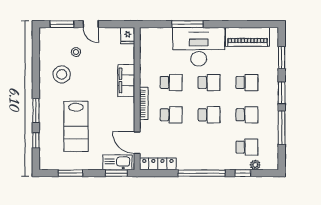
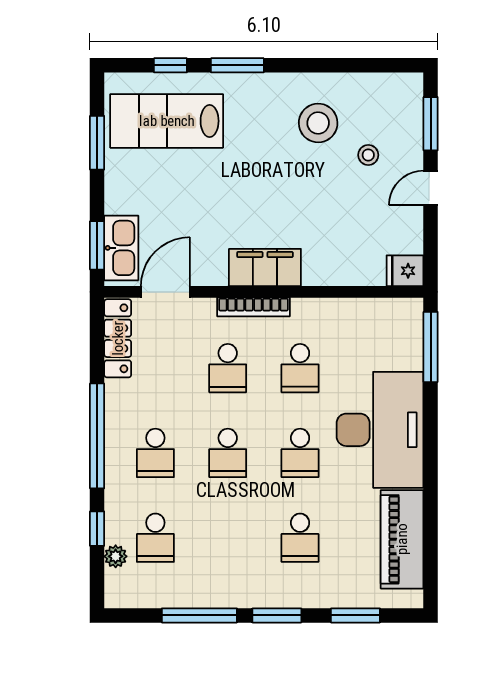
window: (188, 24) -> (431, 347), moved
filing cabinet: (126, 80) -> (265, 268), moved
school desk: (247, 115) -> (155, 453), moved
lab bench: (76, 126) -> (167, 121), moved

